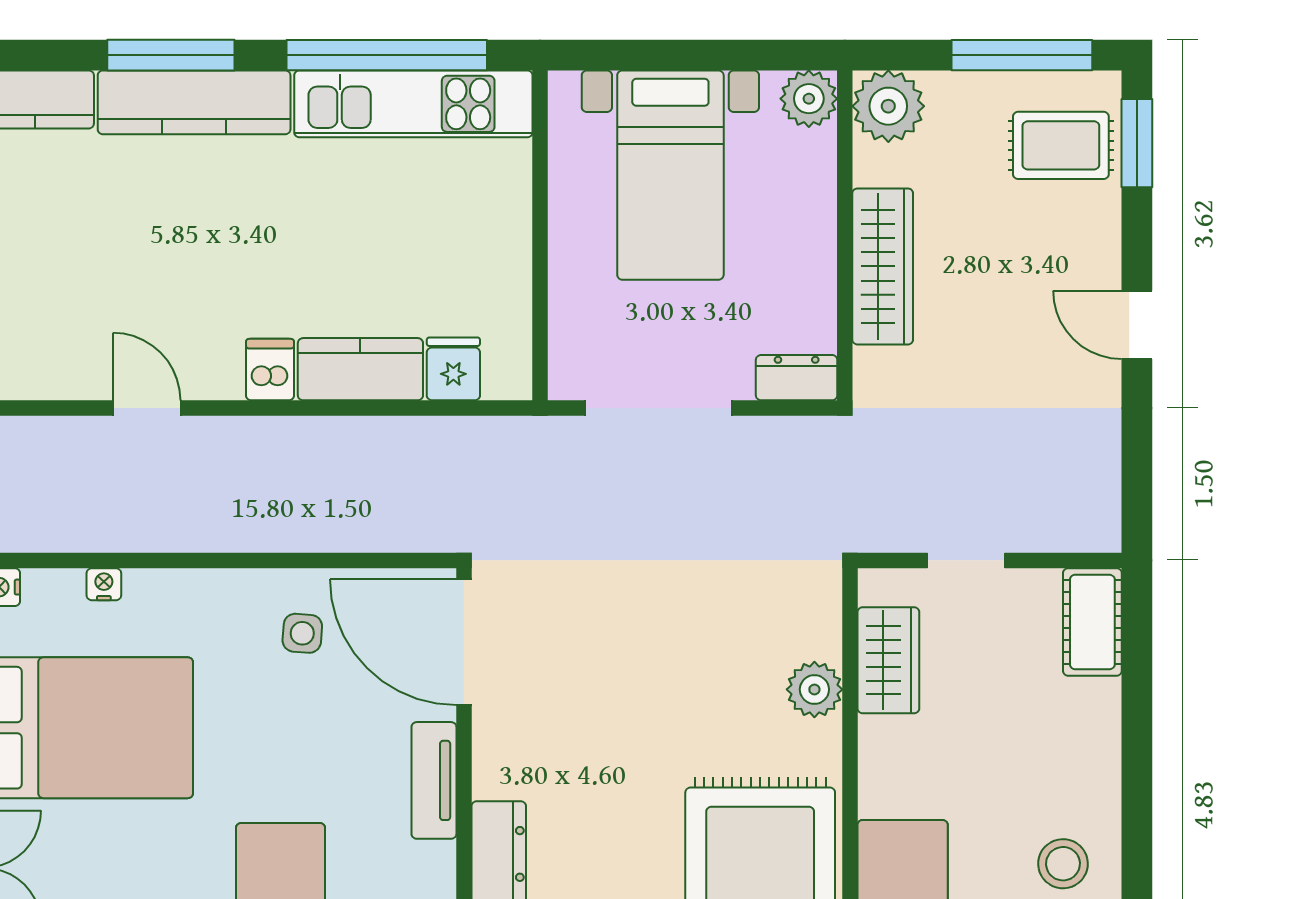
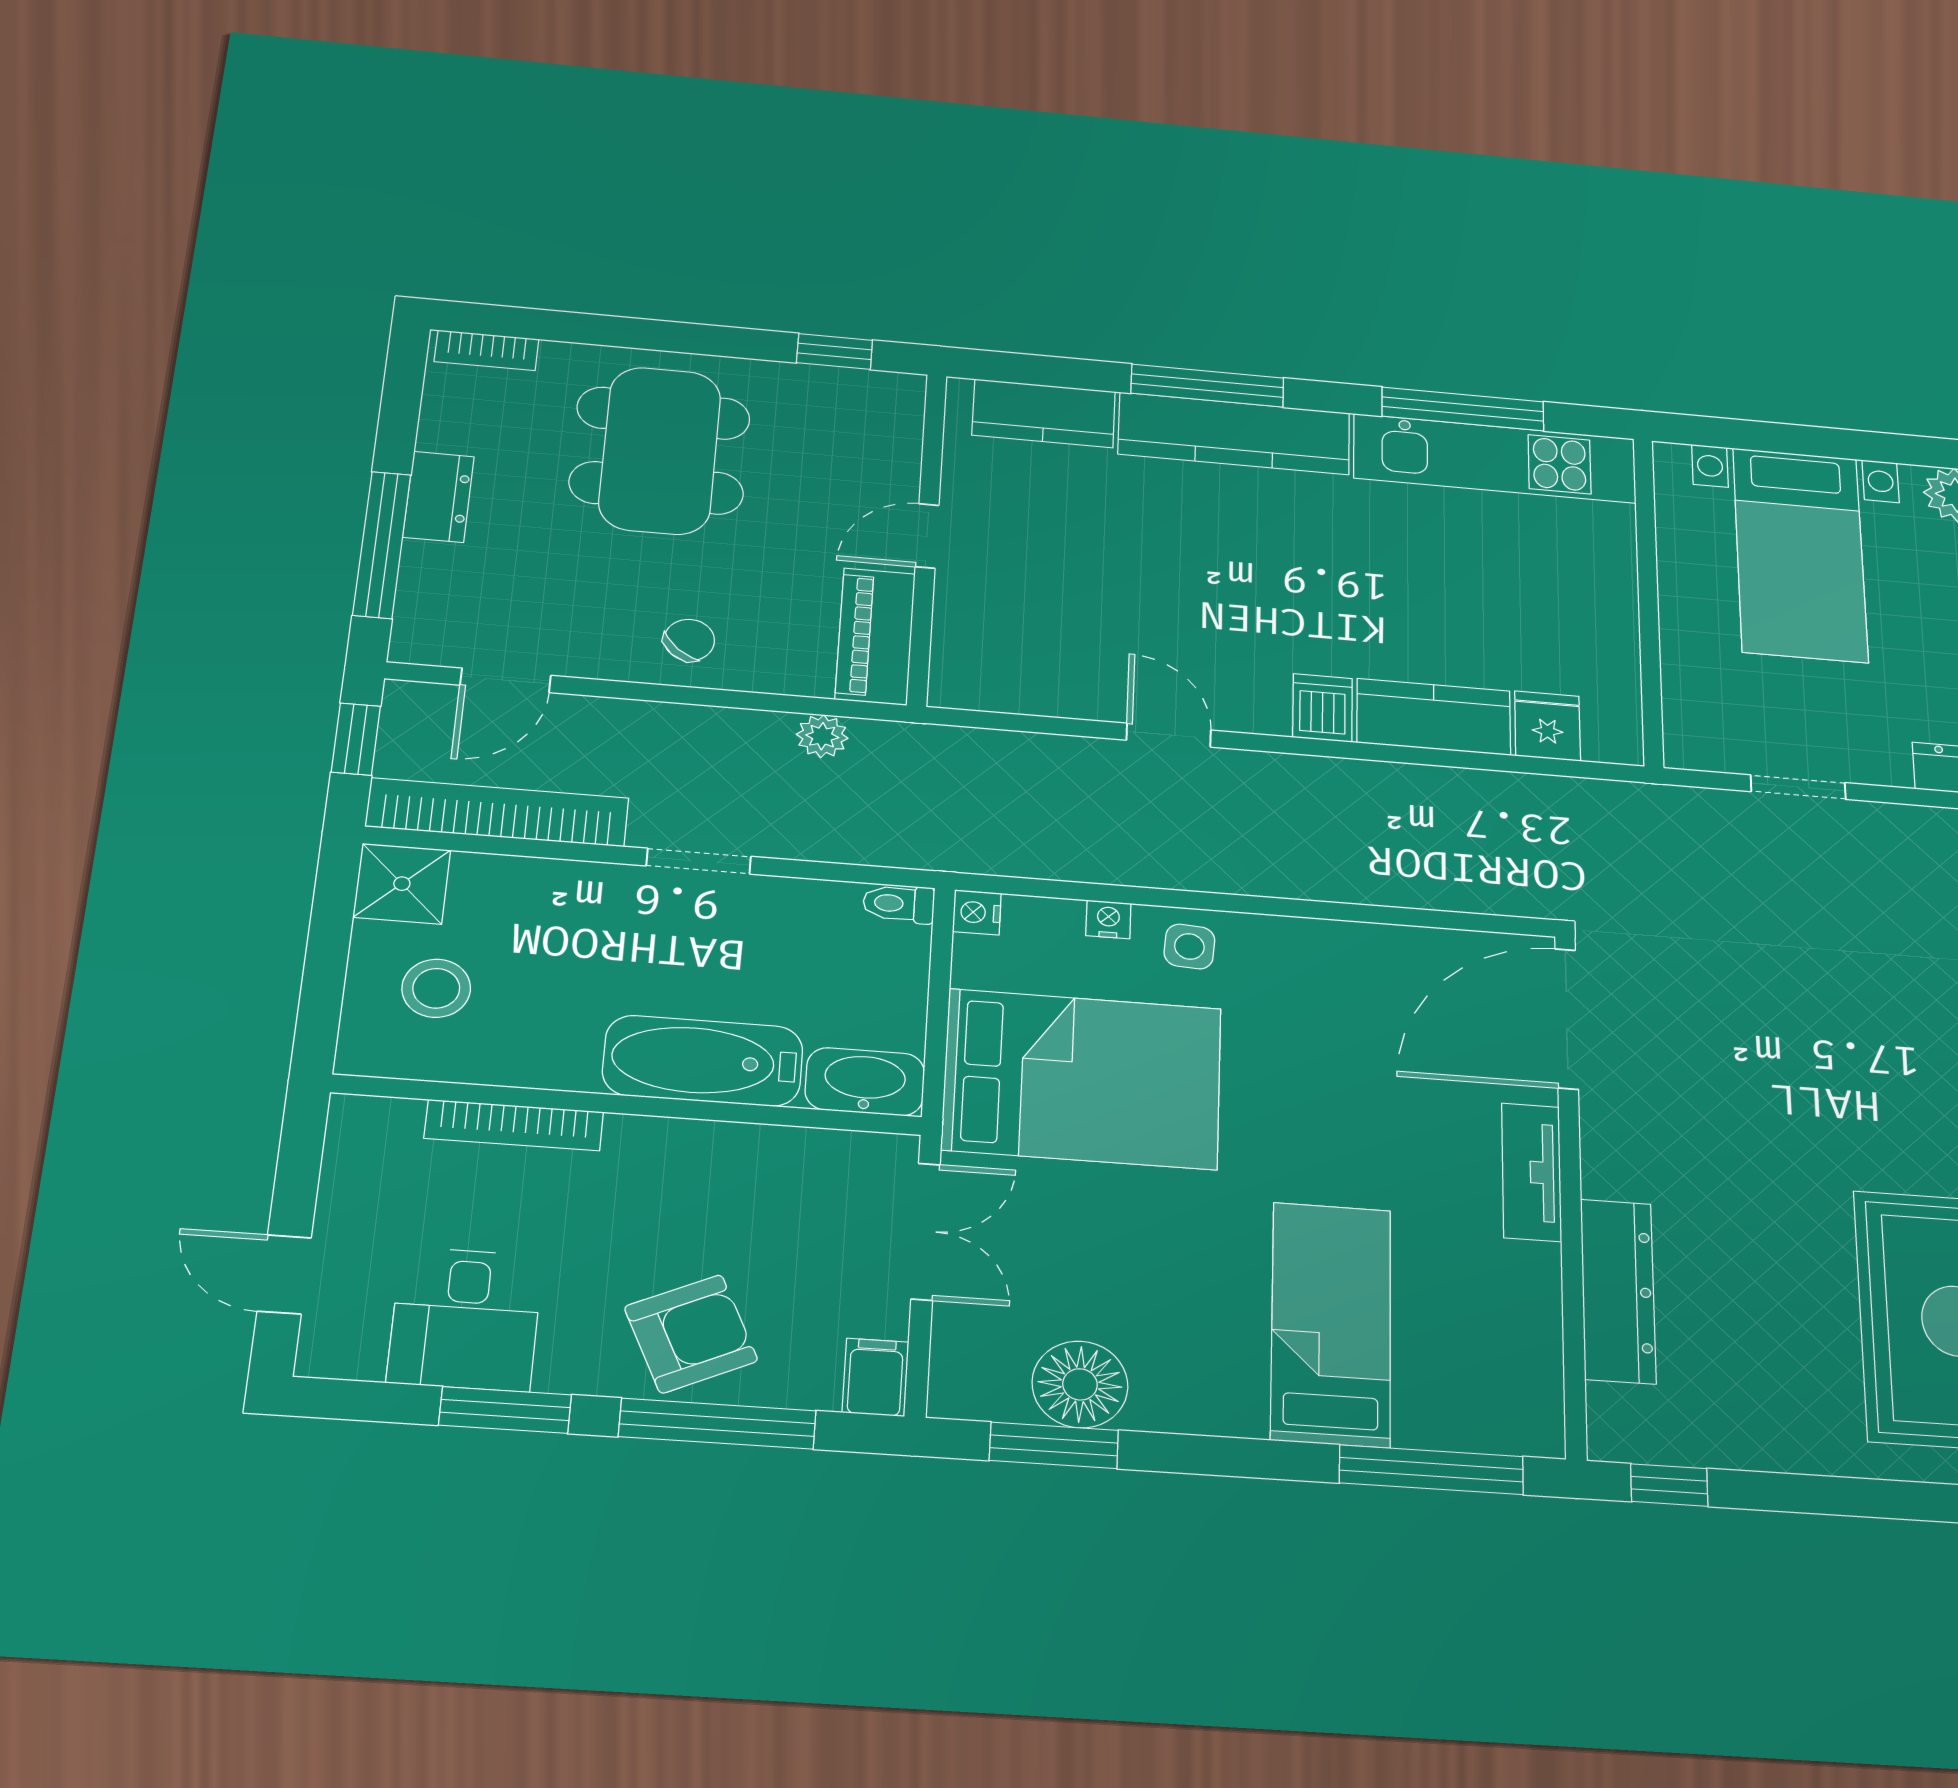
window: (387, 55) -> (1463, 409), width x0.68
doorway: (659, 408) -> (1798, 787), width x0.53
side table: (302, 633) -> (1189, 946), moved
door: (464, 642) -> (1567, 1019), hinge flipped

